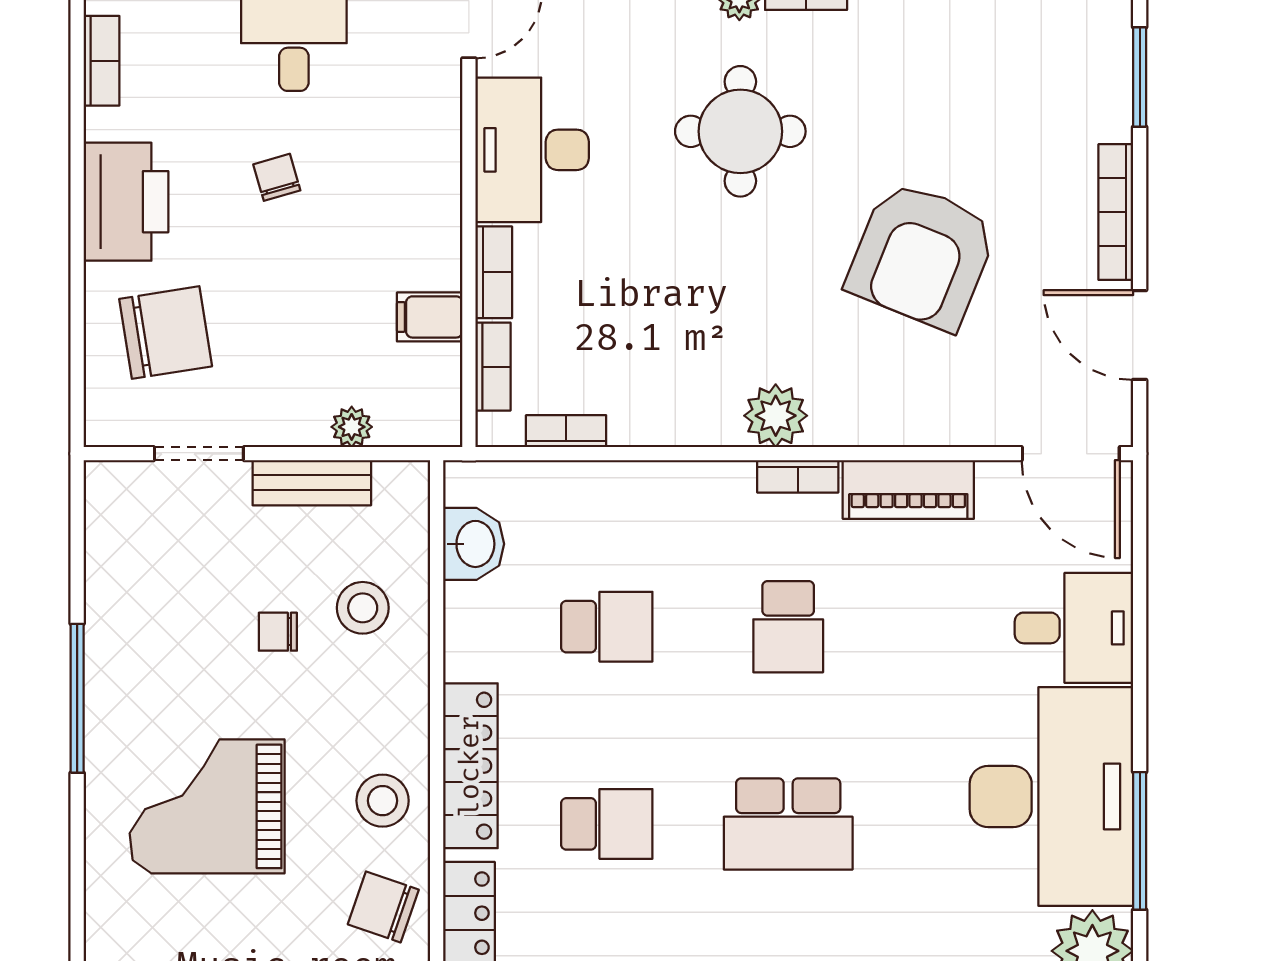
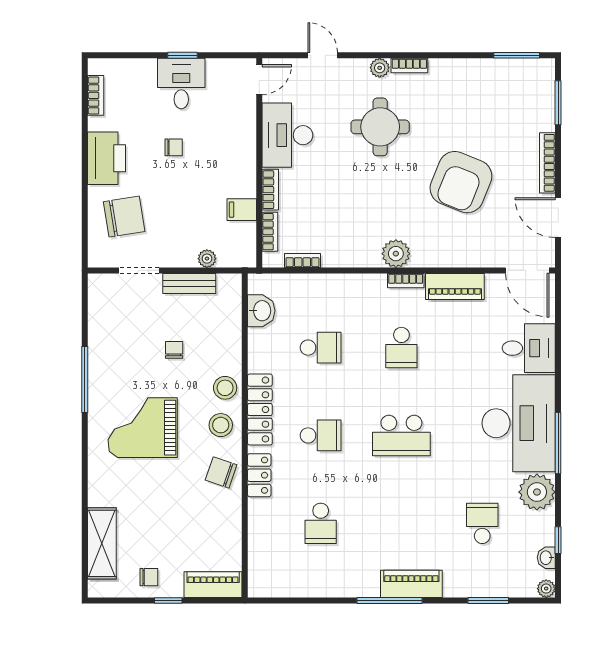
chair: (277, 177) -> (174, 147), turned 106
stool: (363, 608) -> (225, 388), moved
chair: (278, 632) -> (174, 350), turned 90

